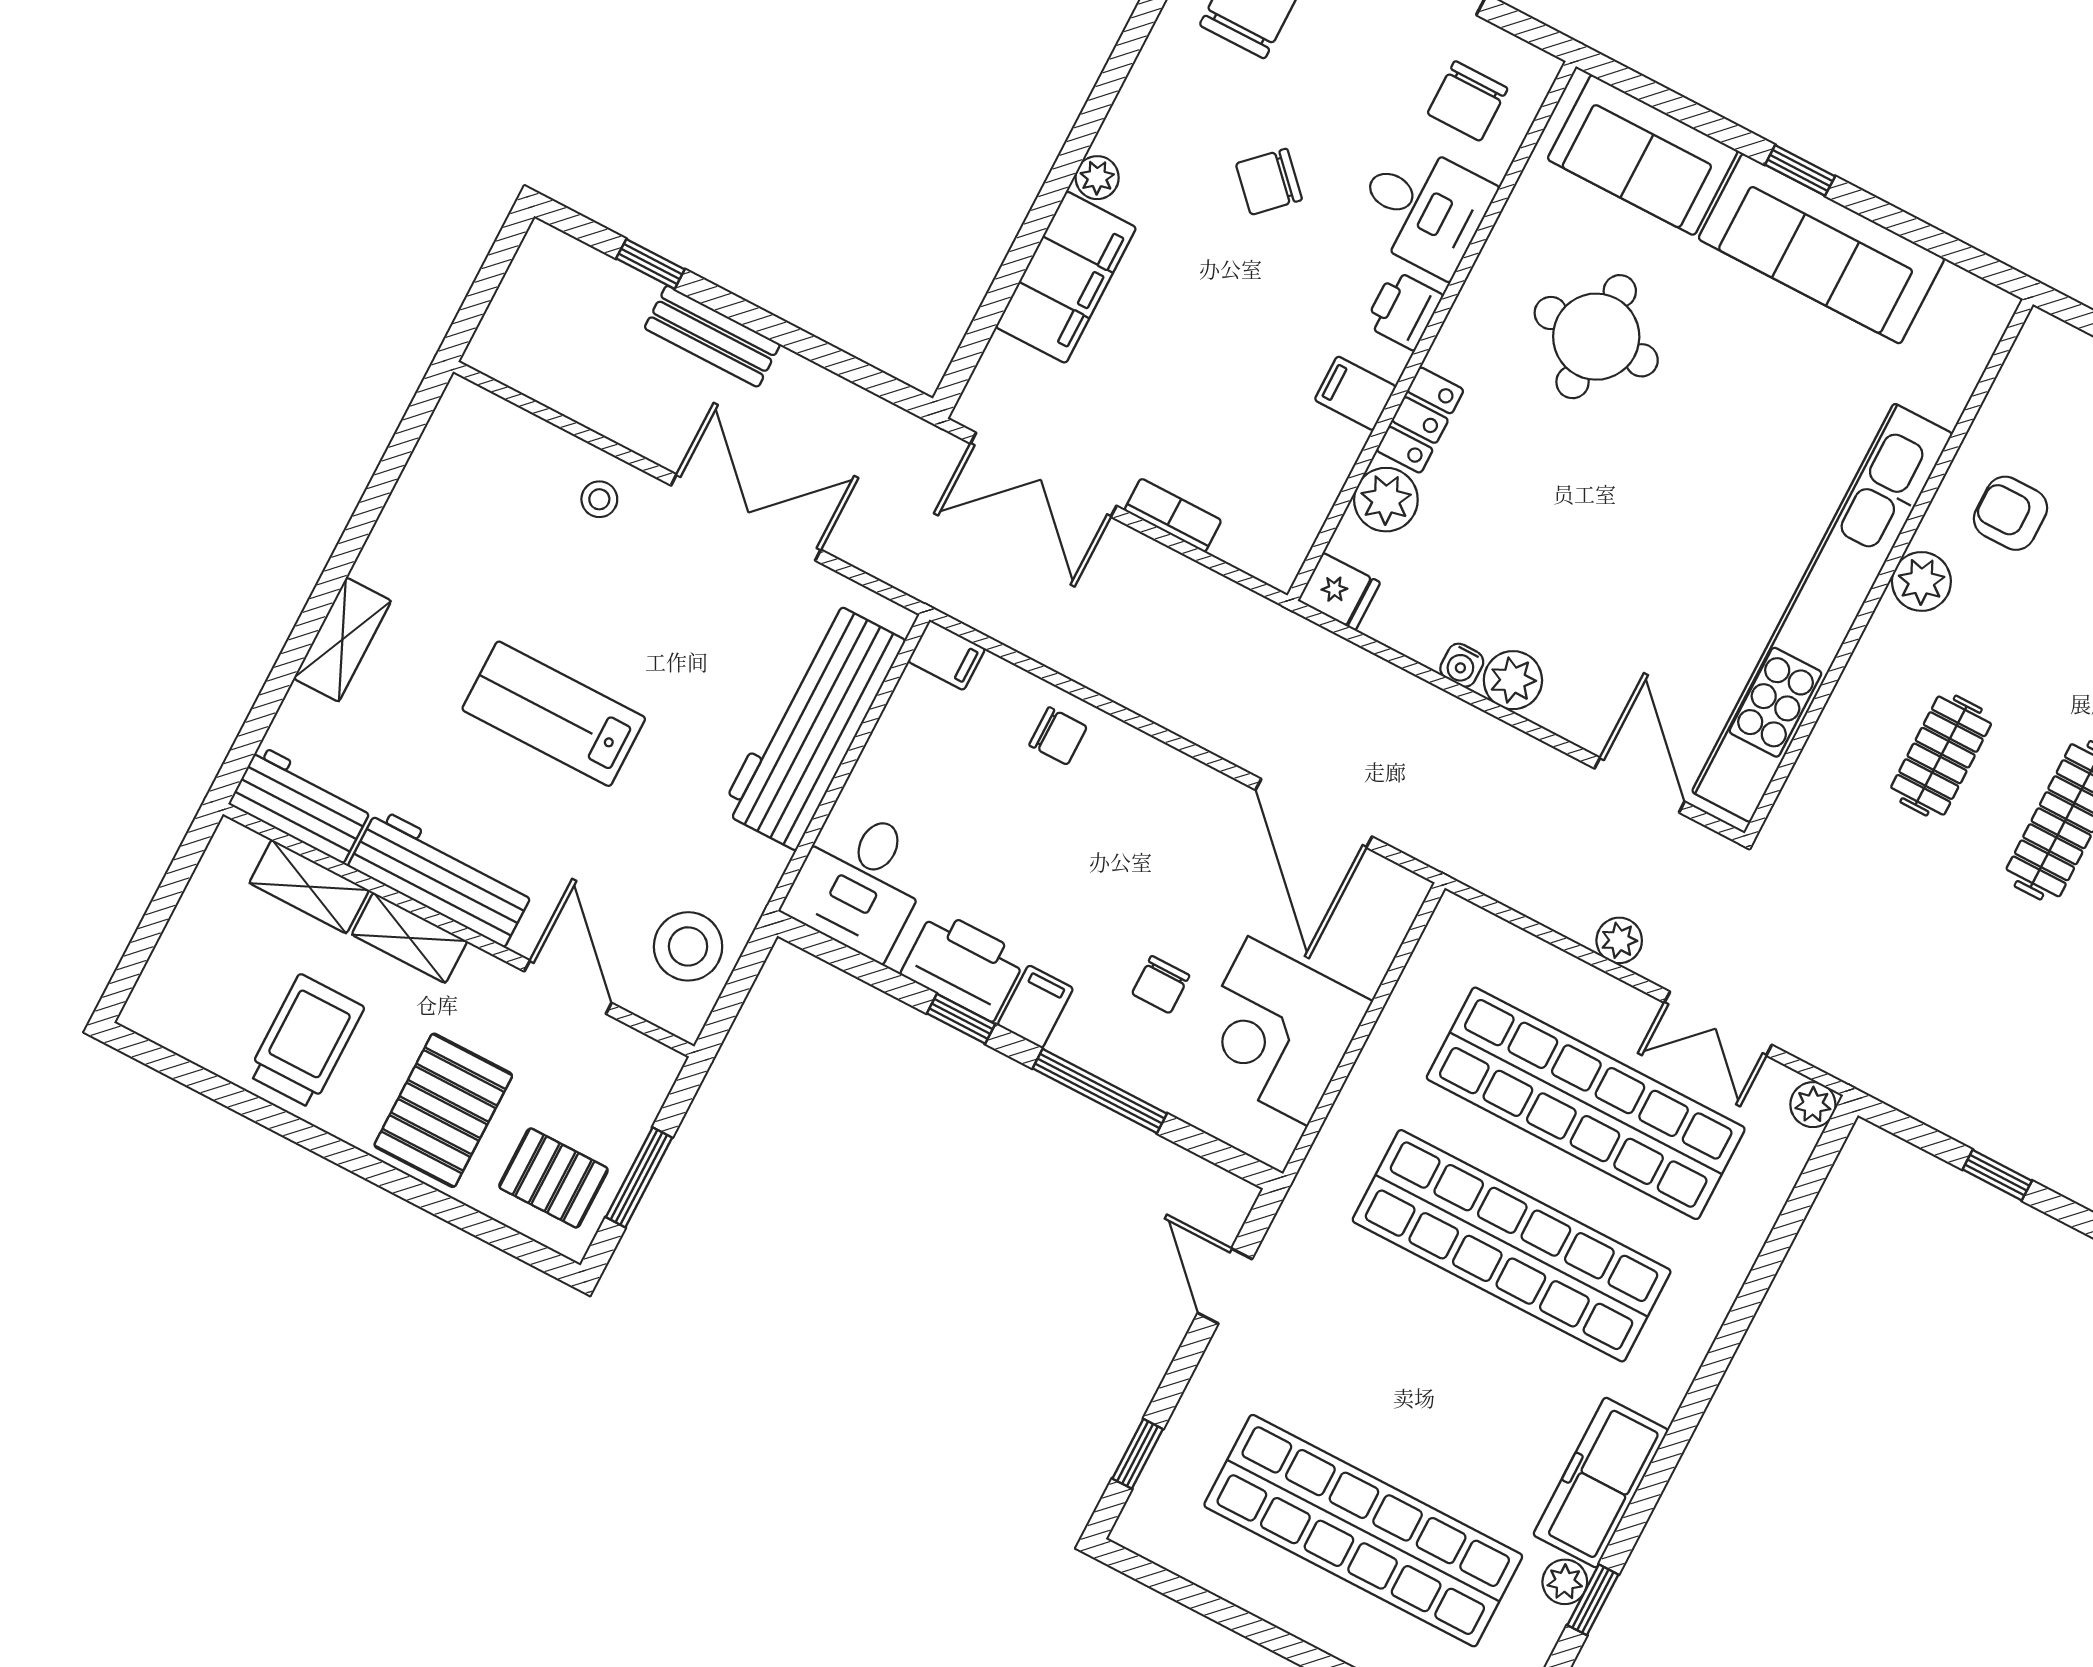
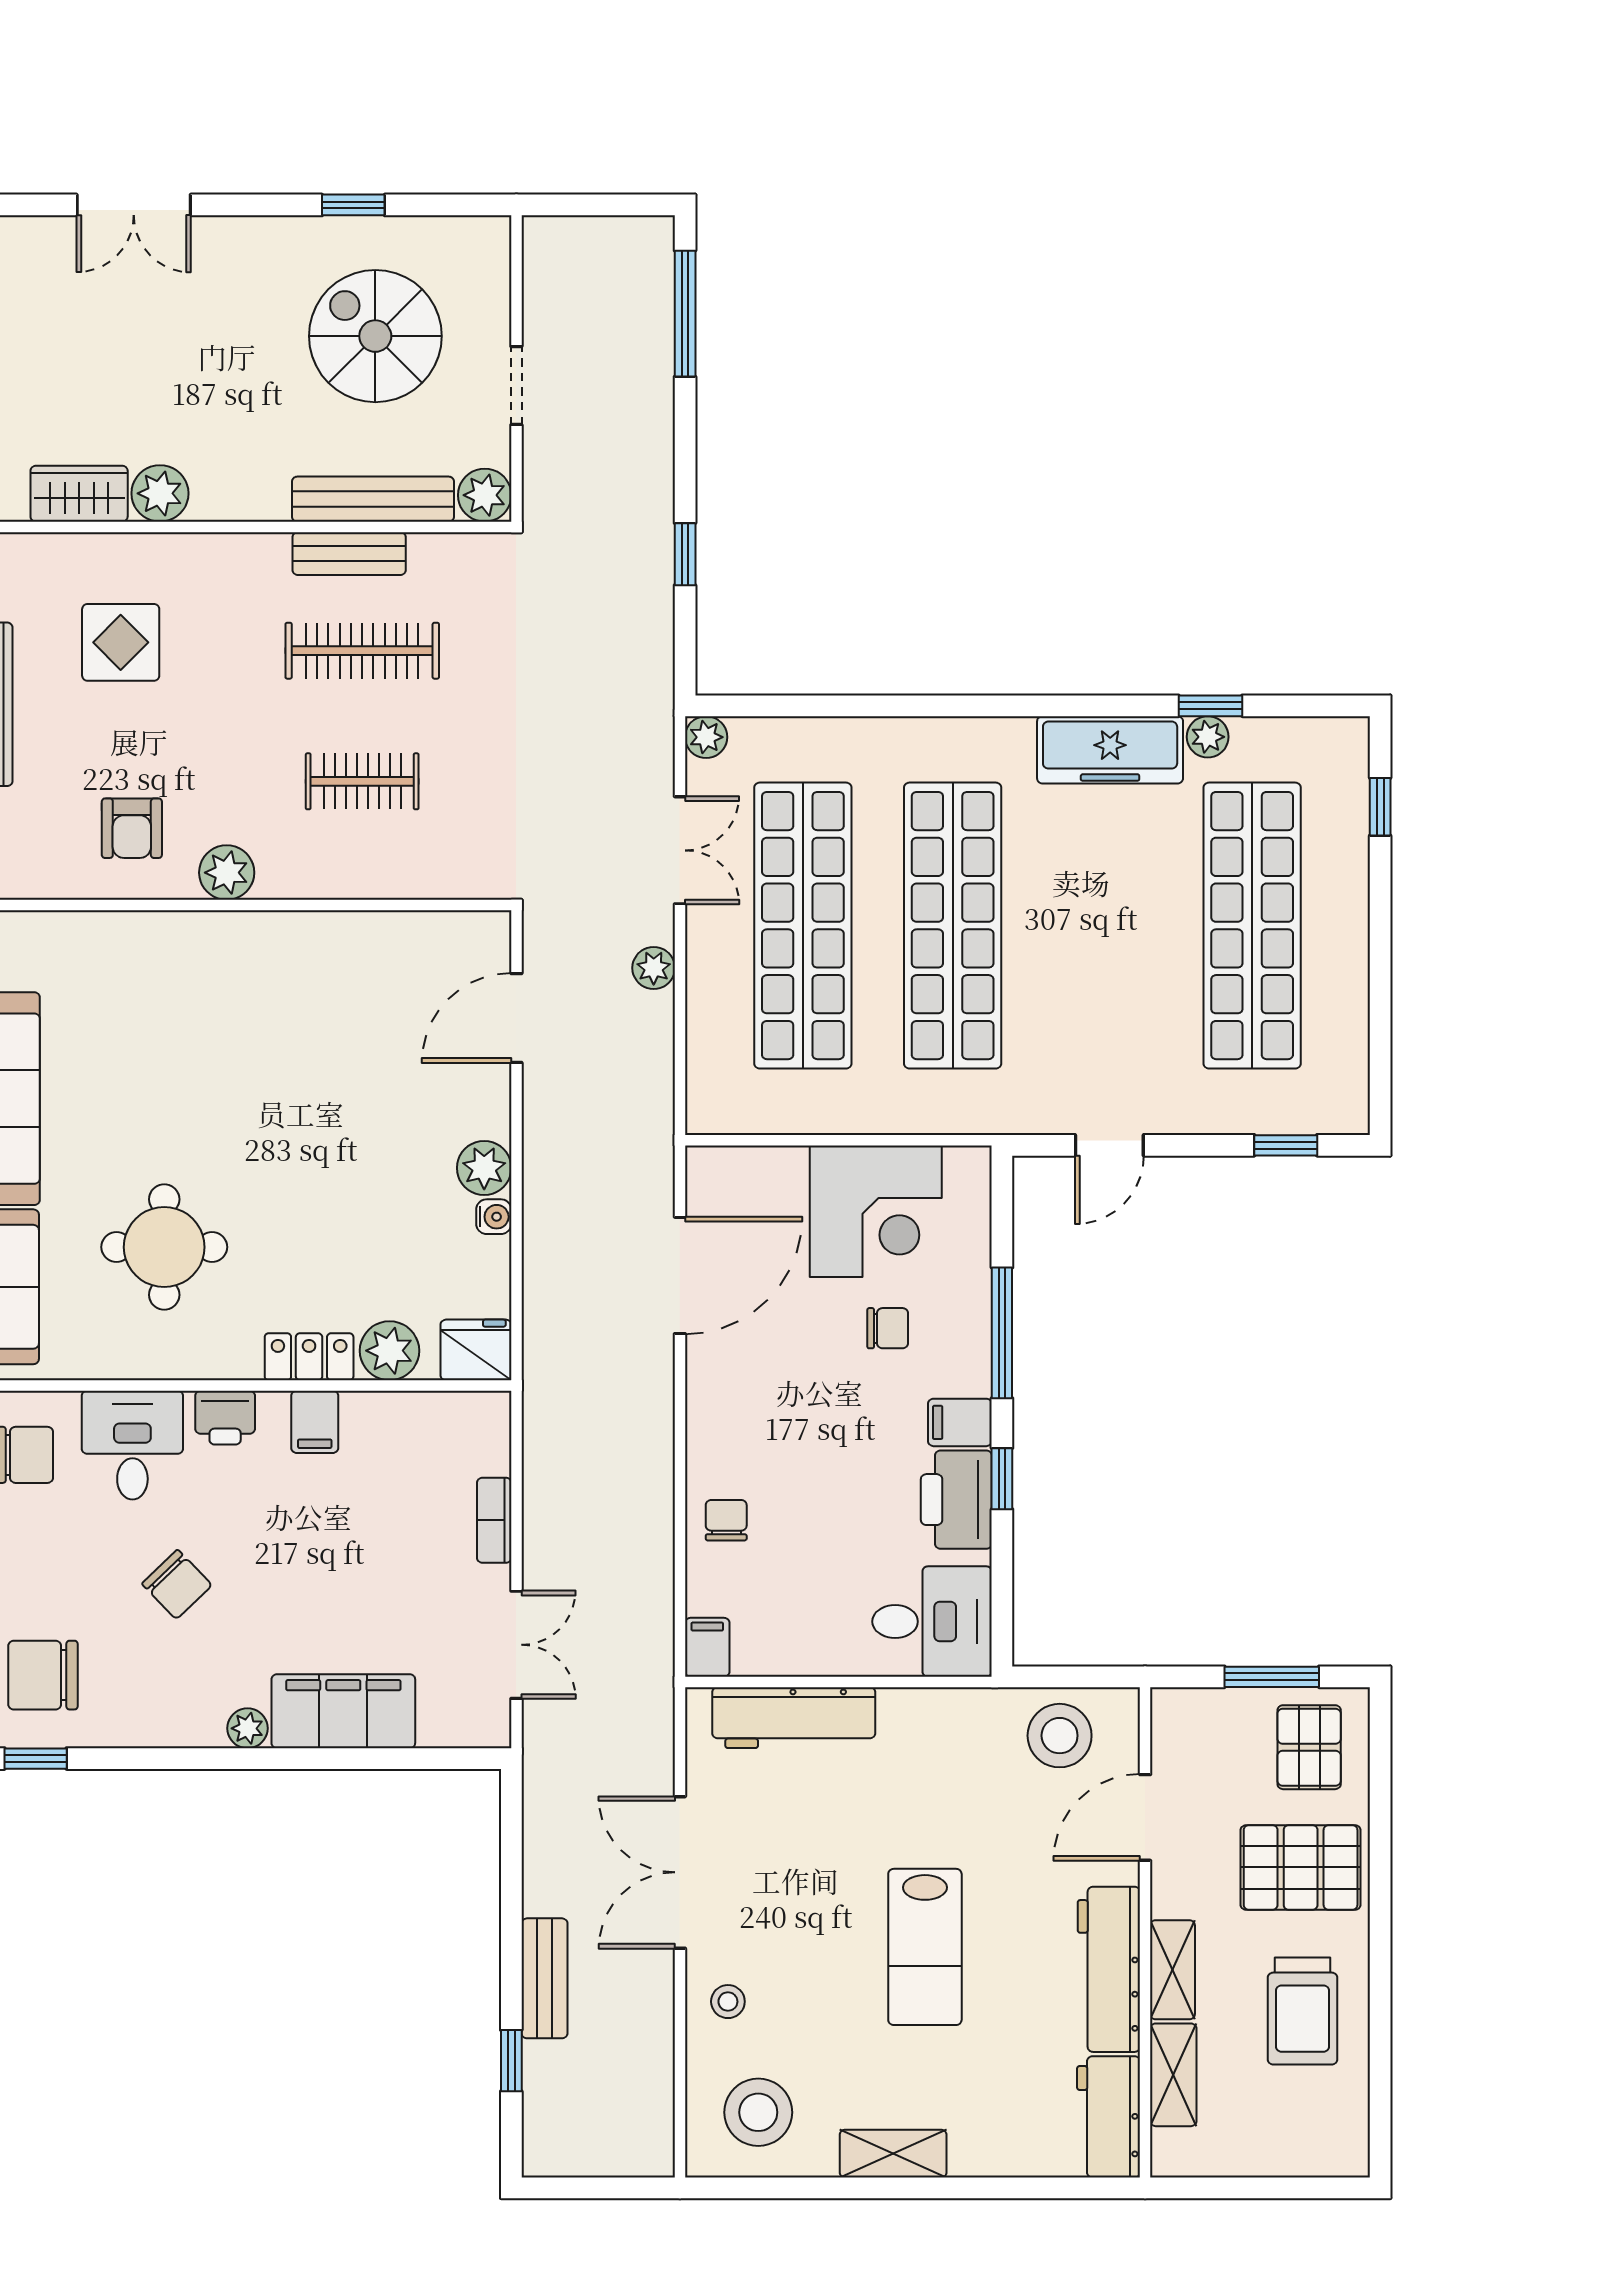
stool: (479, 473) -> (758, 2112), added
double door: (1043, 475) -> (516, 1645), width x0.73
fridge: (1339, 592) -> (476, 1350), width x1.38
kitchen unit: (1822, 613) -> (295, 941), removed
shelving: (342, 640) -> (893, 2154), moved
workbench: (813, 726) -> (794, 1718), width x0.73, depth x0.76
trolley: (306, 1041) -> (1302, 2011), turned -90

